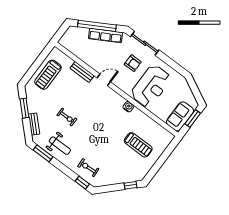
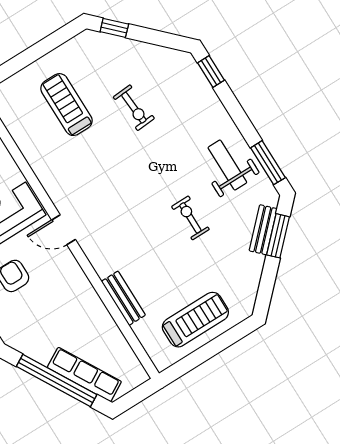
row of seats: (106, 35) -> (84, 375), moved
door: (104, 80) -> (64, 230), moved
water cooler: (128, 107) -> (56, 191), removed
window: (24, 108) -> (278, 236), moved
exercise bike: (88, 168) -> (134, 108), moved

